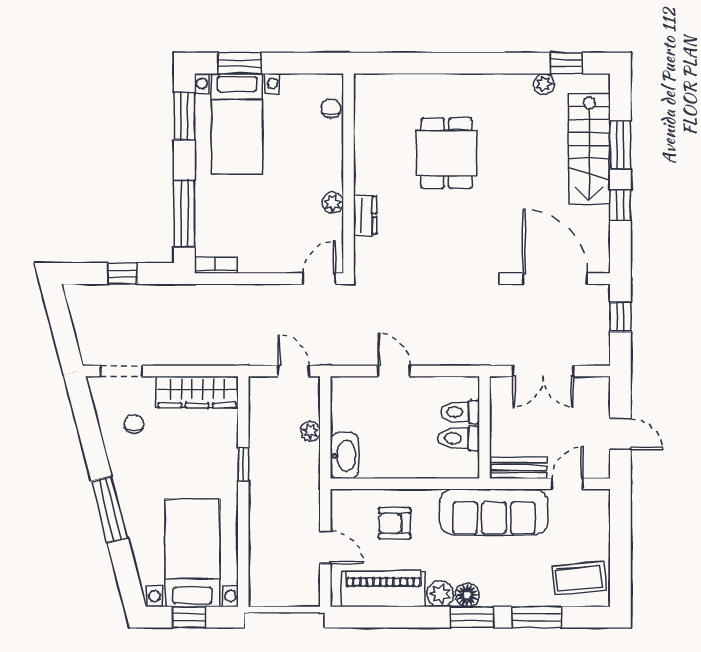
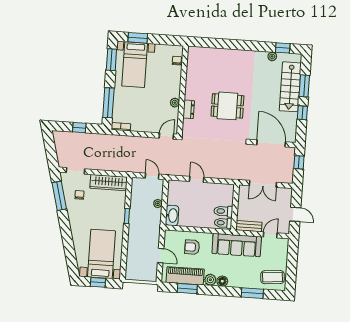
dining table: (446, 153) -> (227, 106), moved, turned 90
toilet: (460, 412) -> (223, 223), moved
window: (110, 509) -> (59, 196), moved
window: (472, 617) -> (187, 289), moved

